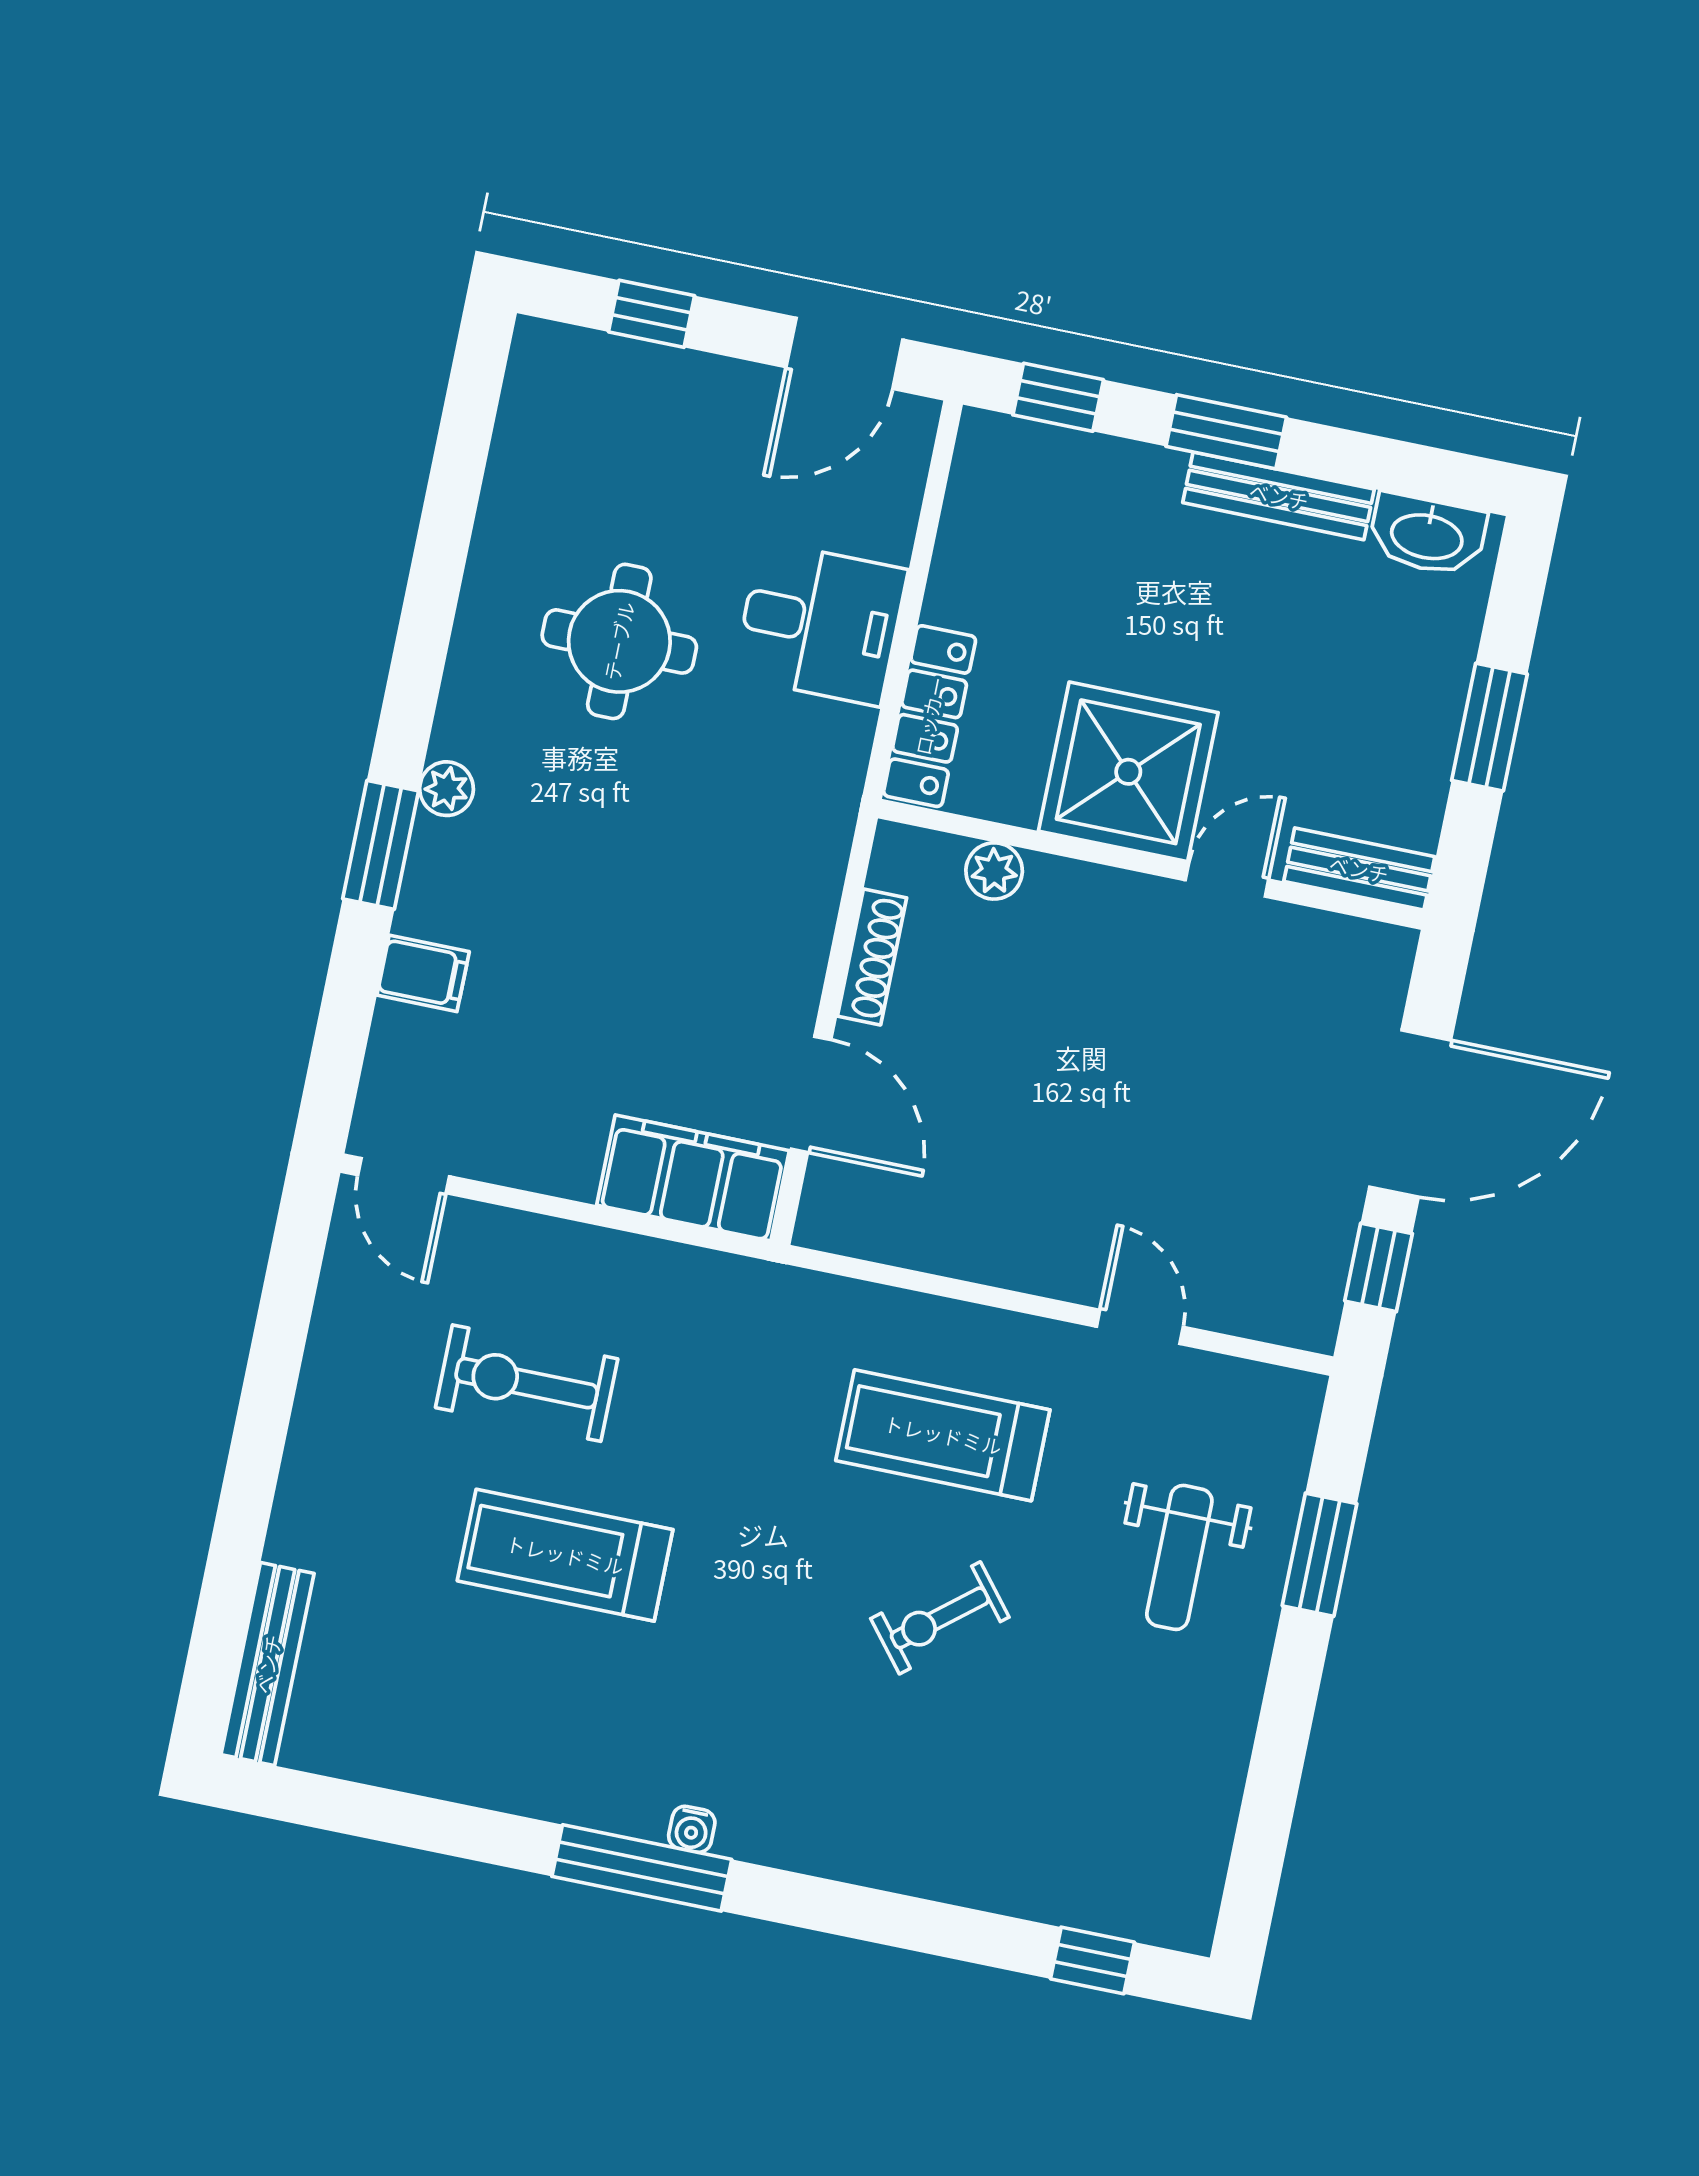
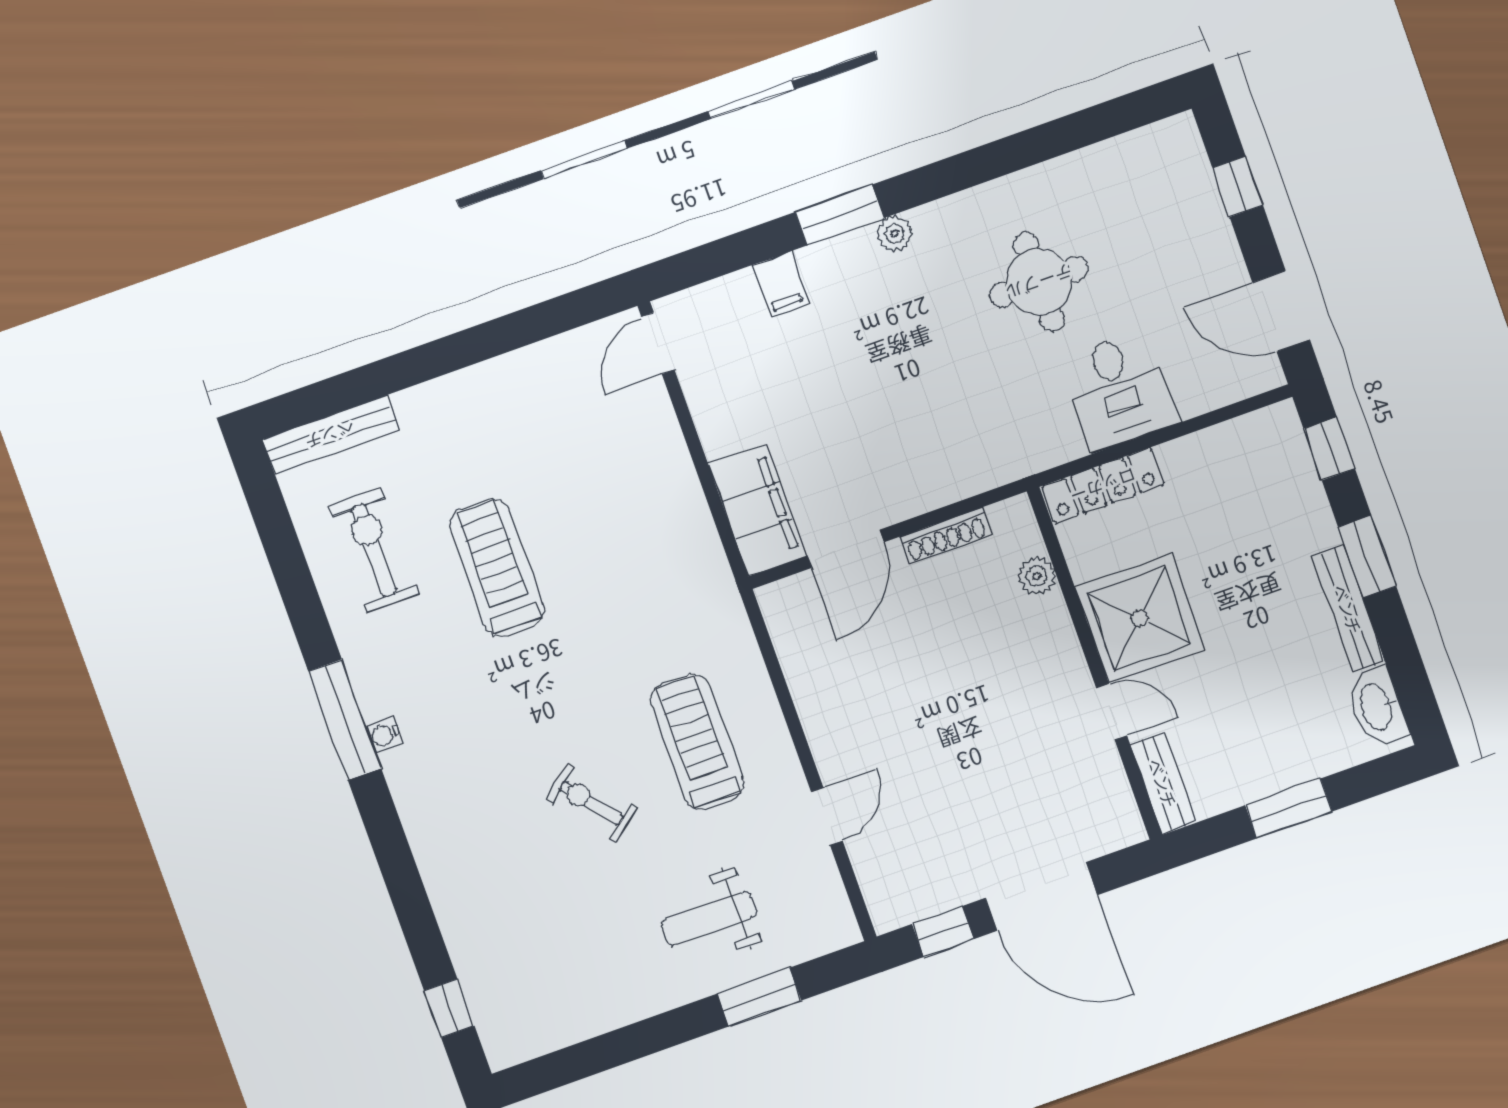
exercise bike: (527, 1383) -> (374, 550), moved

